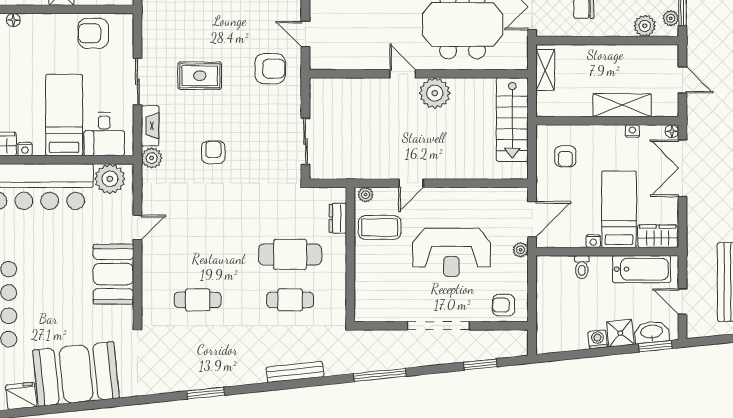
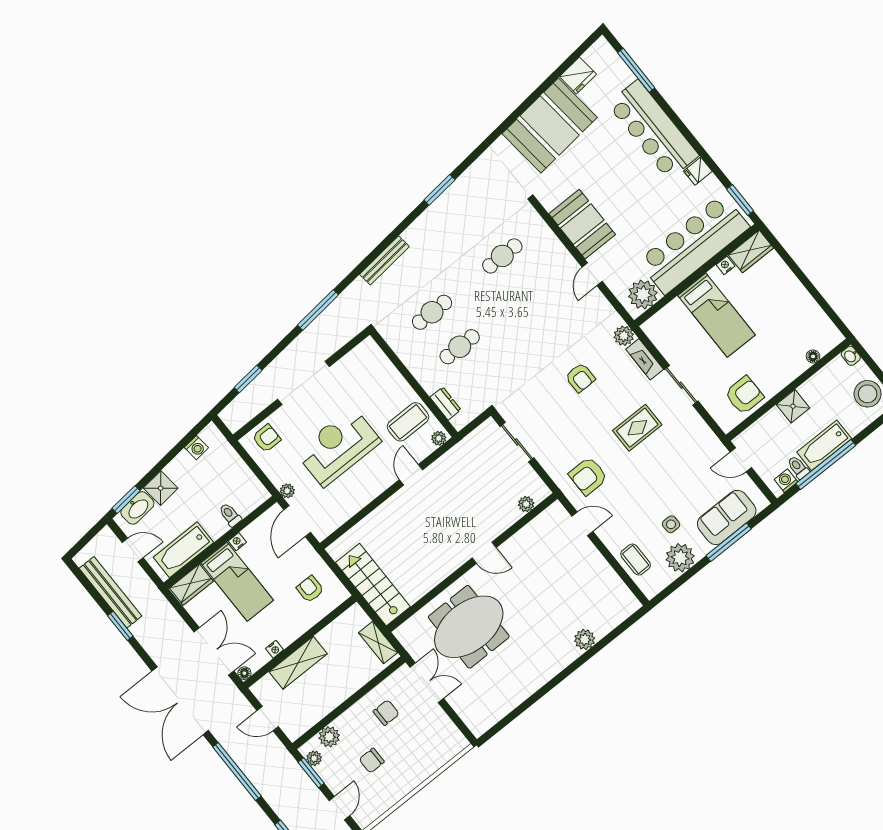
plant: (435, 93) -> (526, 504), moved, width x0.53, depth x0.53
desk: (104, 134) -> (674, 325), removed
cafe table: (290, 254) -> (460, 347), width x0.73, depth x0.74
washing machine: (598, 339) -> (196, 448), moved

